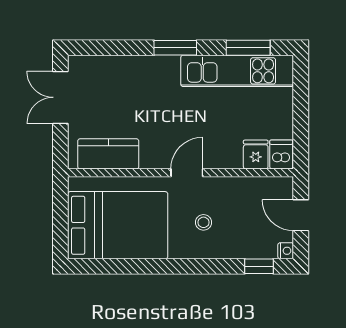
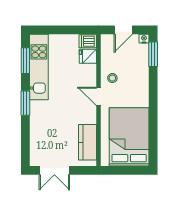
stool: (203, 222) -> (112, 78), moved
window: (259, 266) -> (153, 54), width x1.50

